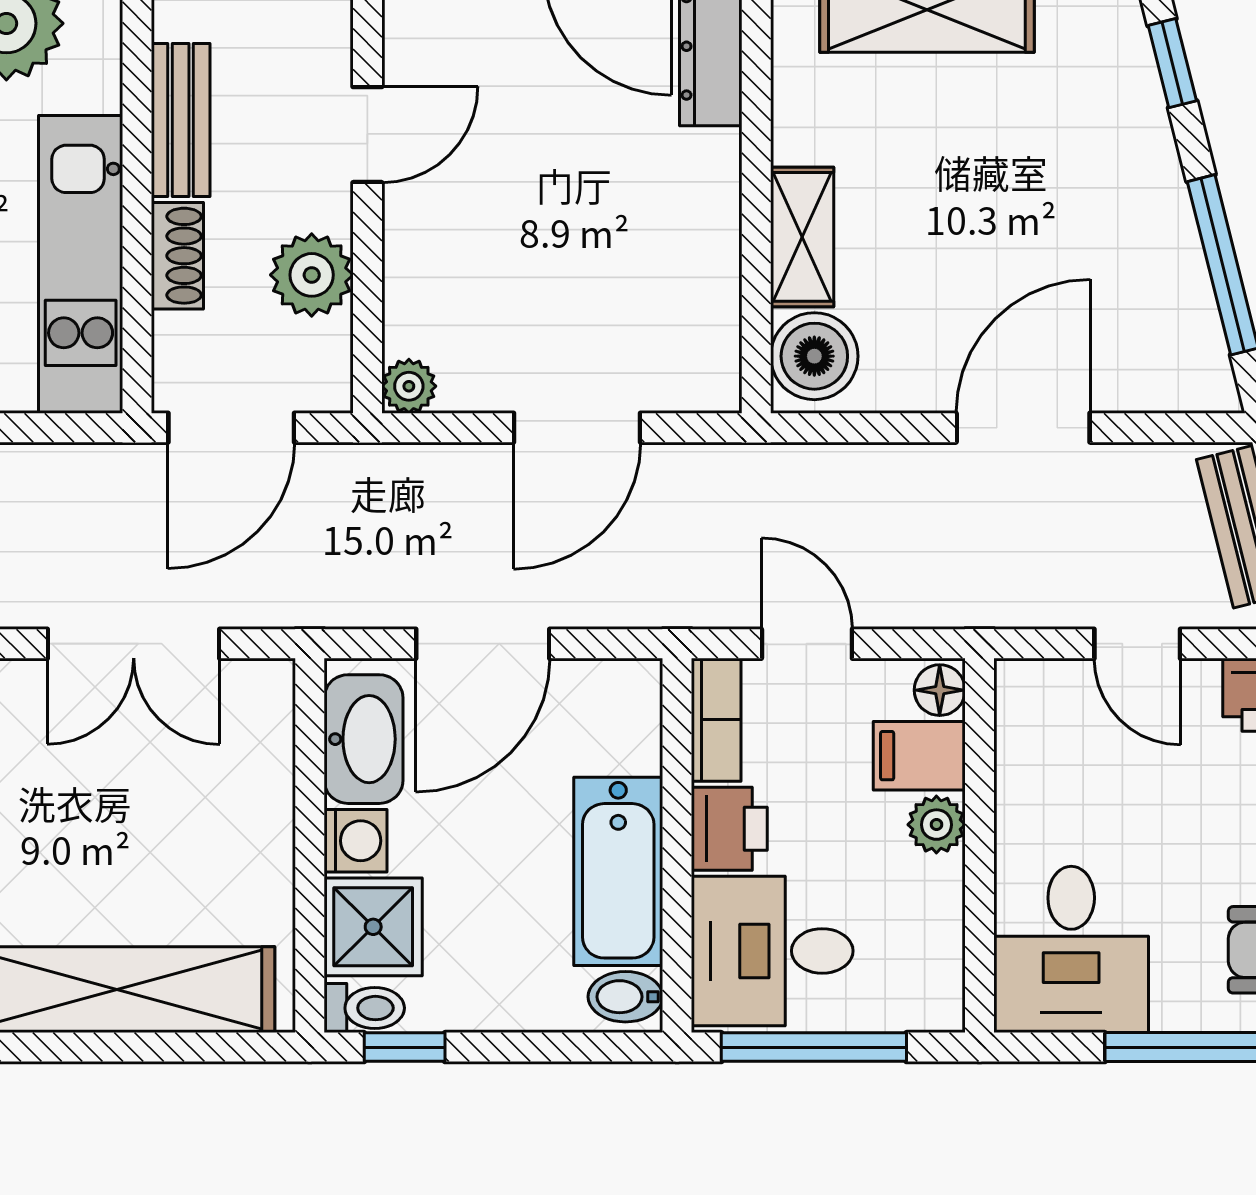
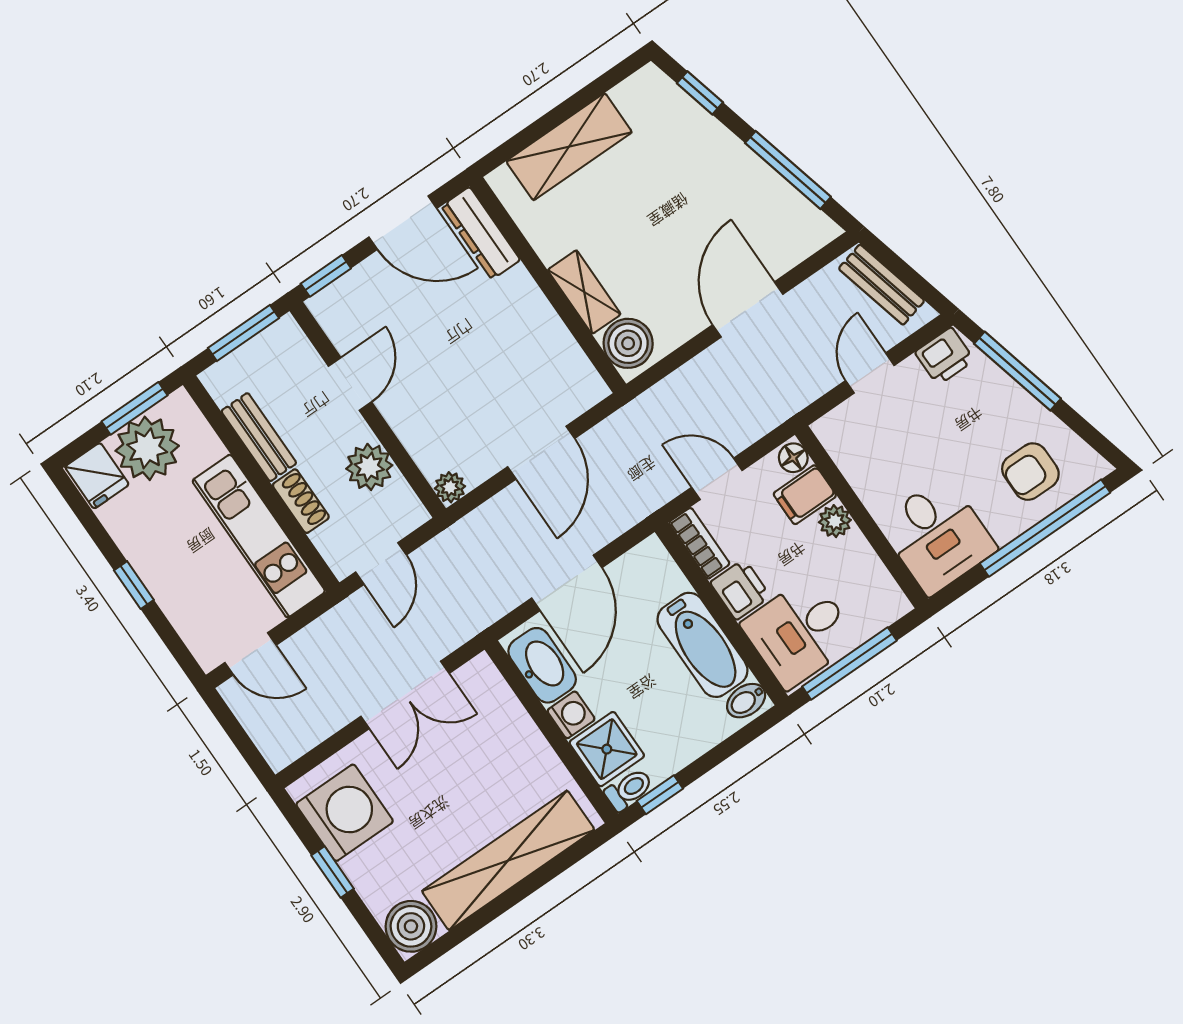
door: (231, 428) -> (381, 563), width x0.73
door: (1137, 644) -> (870, 373), swing flipped

